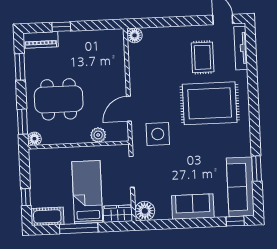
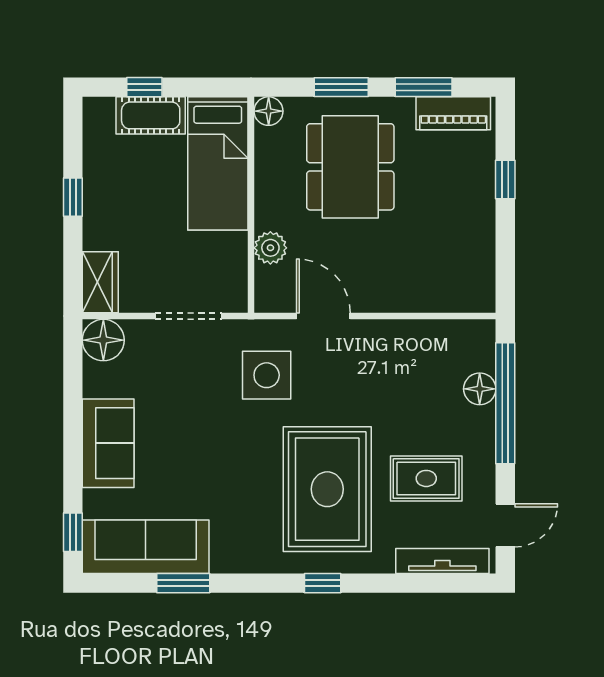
window: (166, 22) -> (505, 403), added
floor lamp: (135, 35) -> (480, 389), moved
piano: (41, 40) -> (453, 113), moved, turned -90
window: (254, 103) -> (323, 583), added
window: (22, 122) -> (341, 87), moved
bed: (87, 192) -> (218, 163), moved, turned 90
cot: (47, 216) -> (151, 115), moved, turned 90
window: (79, 228) -> (73, 197), width x0.46

